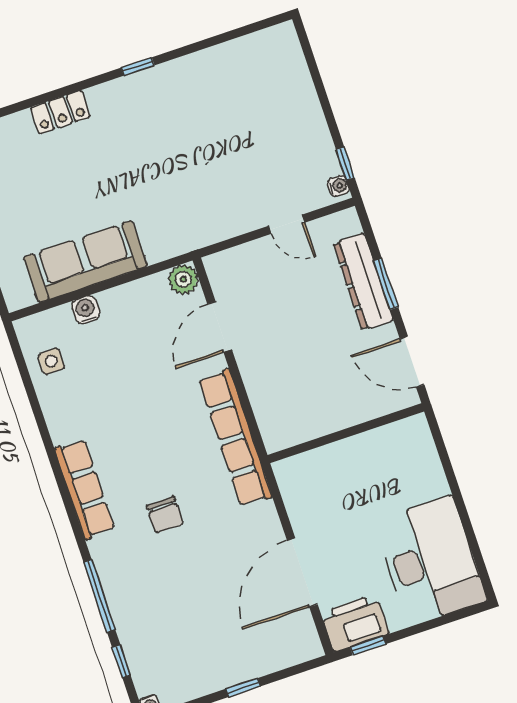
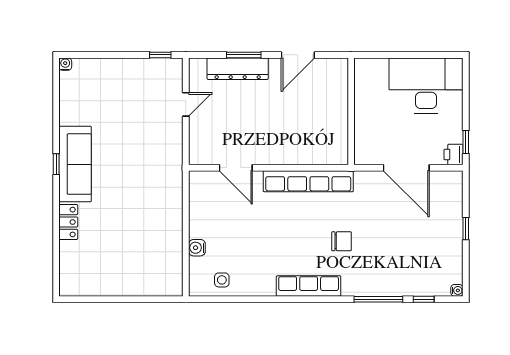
water cooler: (338, 186) -> (65, 64), moved
sofa: (85, 262) -> (75, 164), moved, turned 180
plant: (183, 279) -> (198, 180), removed
wall: (346, 433) -> (351, 111), moved
printer: (355, 623) -> (453, 155), width x0.53, depth x0.68

